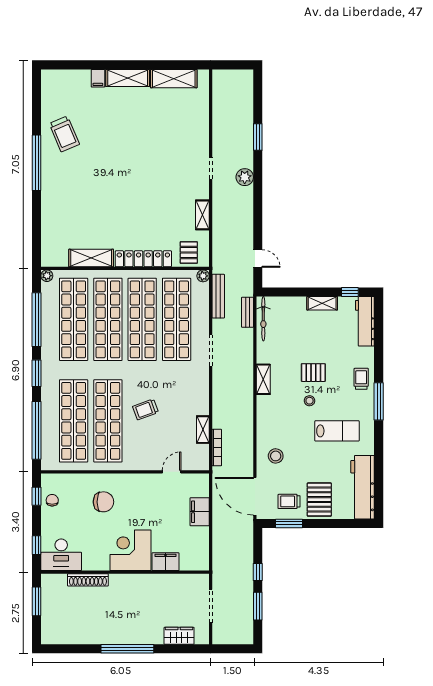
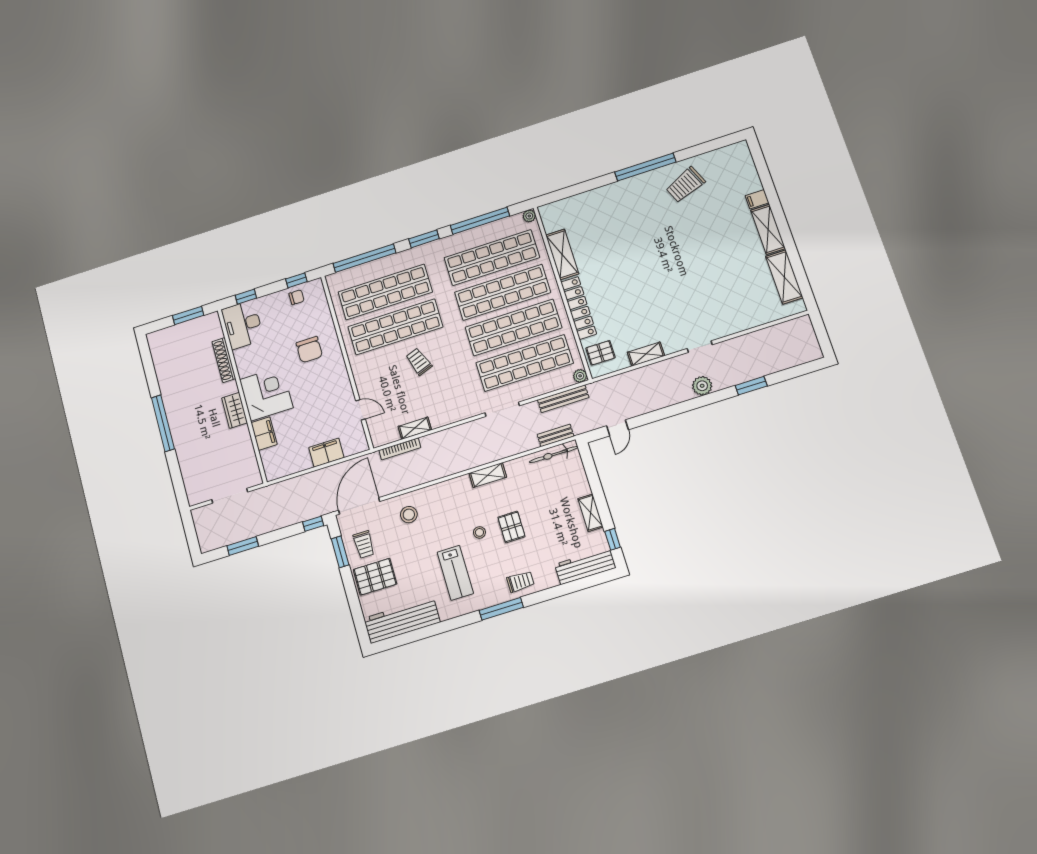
trolley: (289, 501) -> (364, 544), turned 180
window: (258, 572) -> (313, 524), moved
wardrobe: (179, 636) -> (235, 410), moved, turned 180

